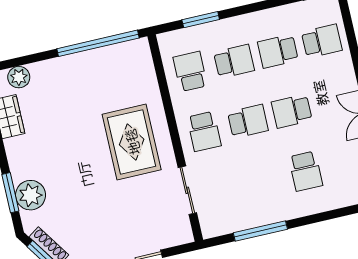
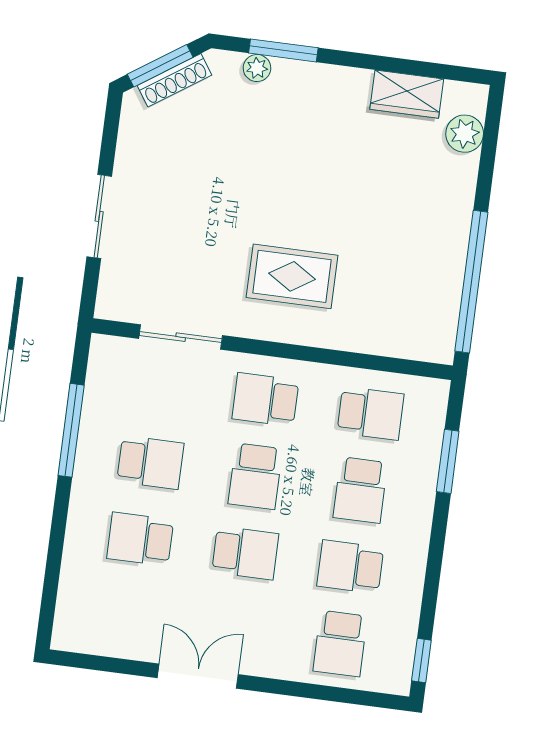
school desk: (278, 51) -> (350, 567), turned -90
school desk: (292, 111) -> (245, 553), turned 90
rug: (132, 142) -> (292, 276), width x0.73, depth x0.70
school desk: (262, 181) -> (150, 462), added
plant: (31, 195) -> (257, 68), width x0.53, depth x0.53

